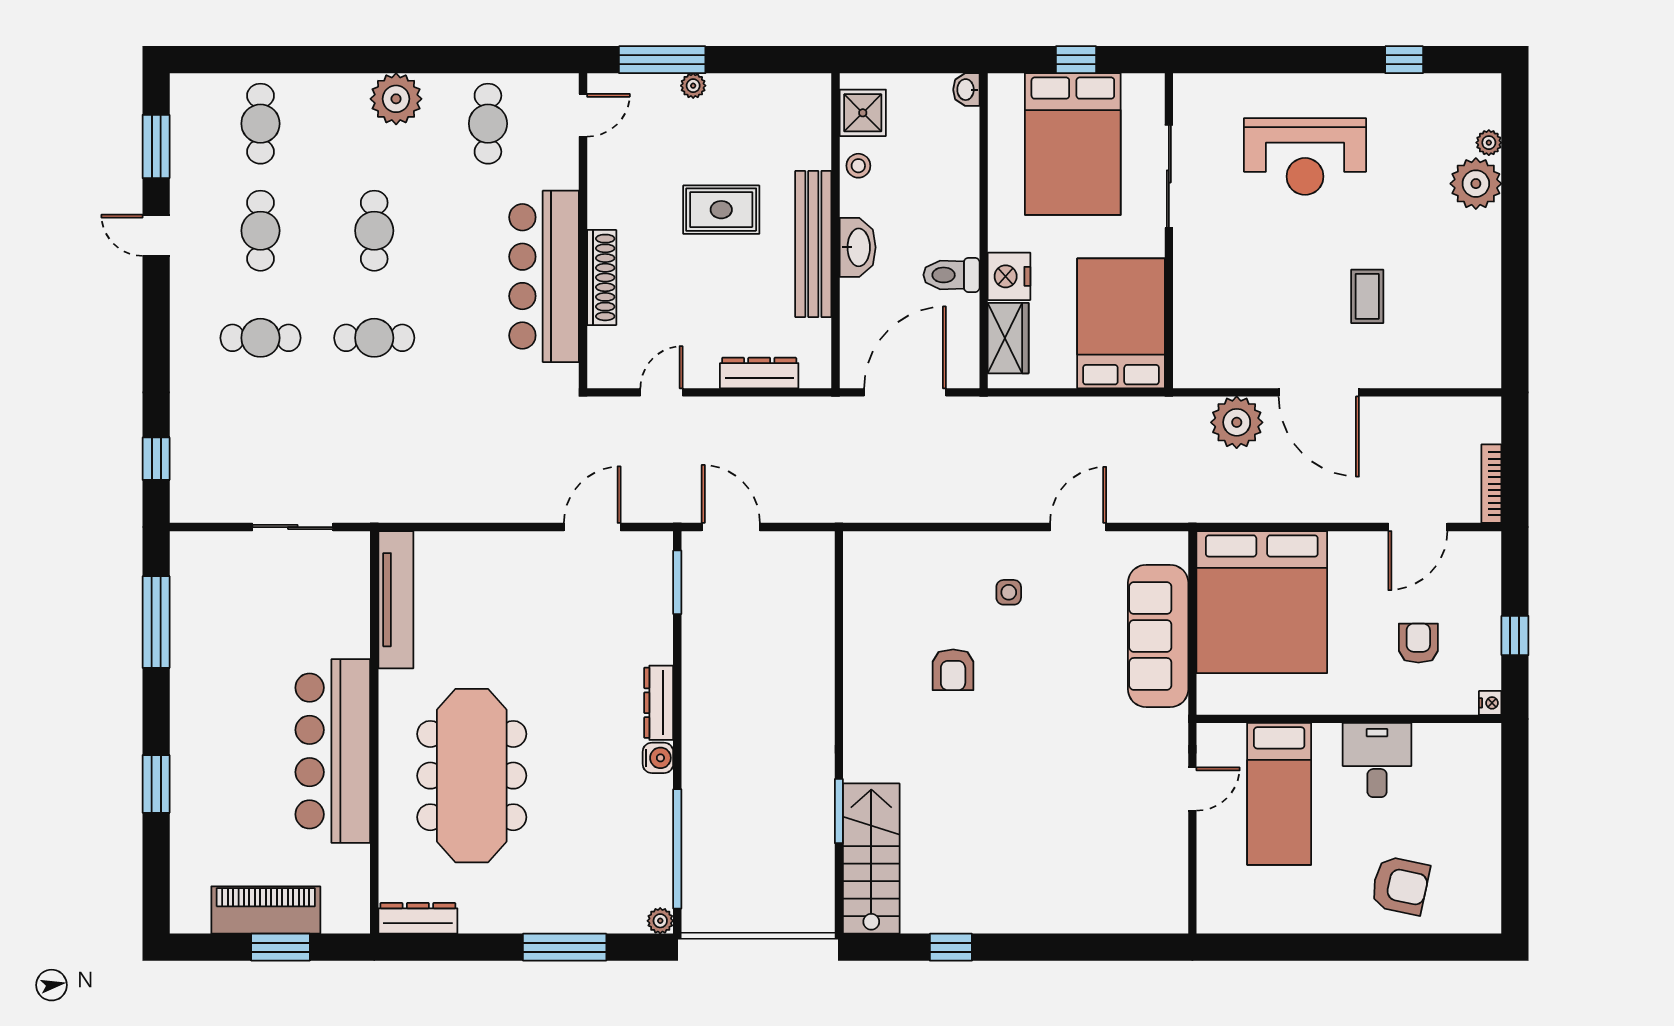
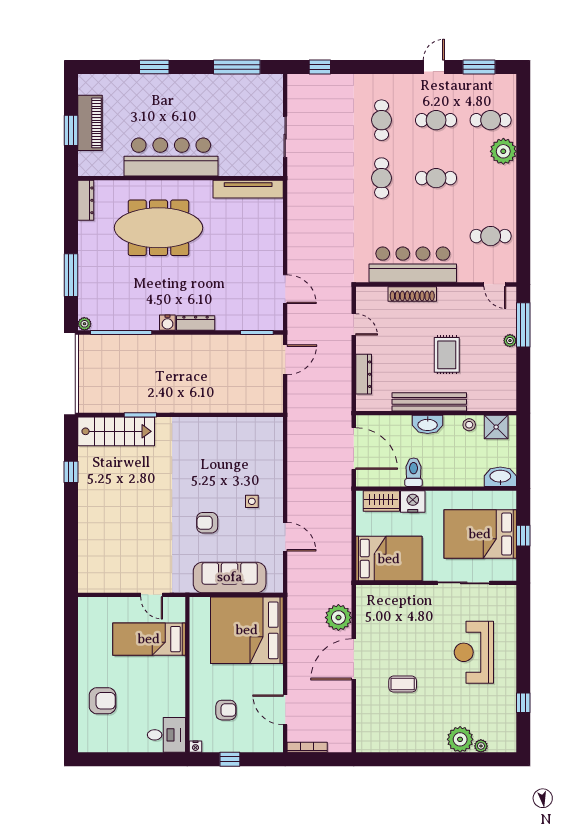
washbasin: (966, 90) -> (500, 477), width x1.91, depth x1.45
plant: (396, 99) -> (503, 151), moved
armchair: (953, 670) -> (207, 523), moved
desk: (1377, 760) -> (166, 735), moved
armchair: (1400, 886) -> (102, 701), turned -102

